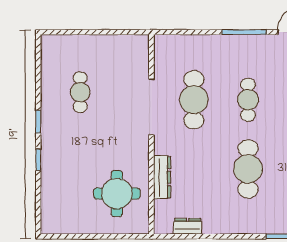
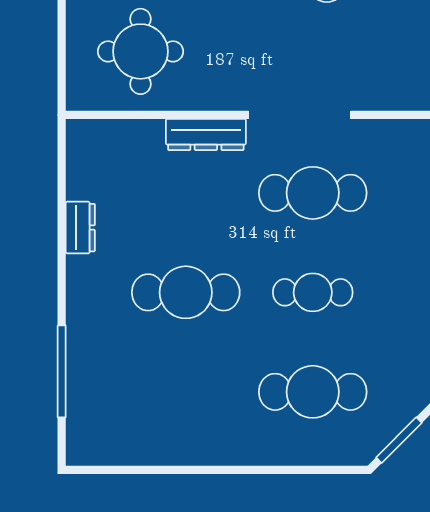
dresser: (162, 177) -> (206, 135), moved
dresser: (188, 226) -> (80, 228), moved

